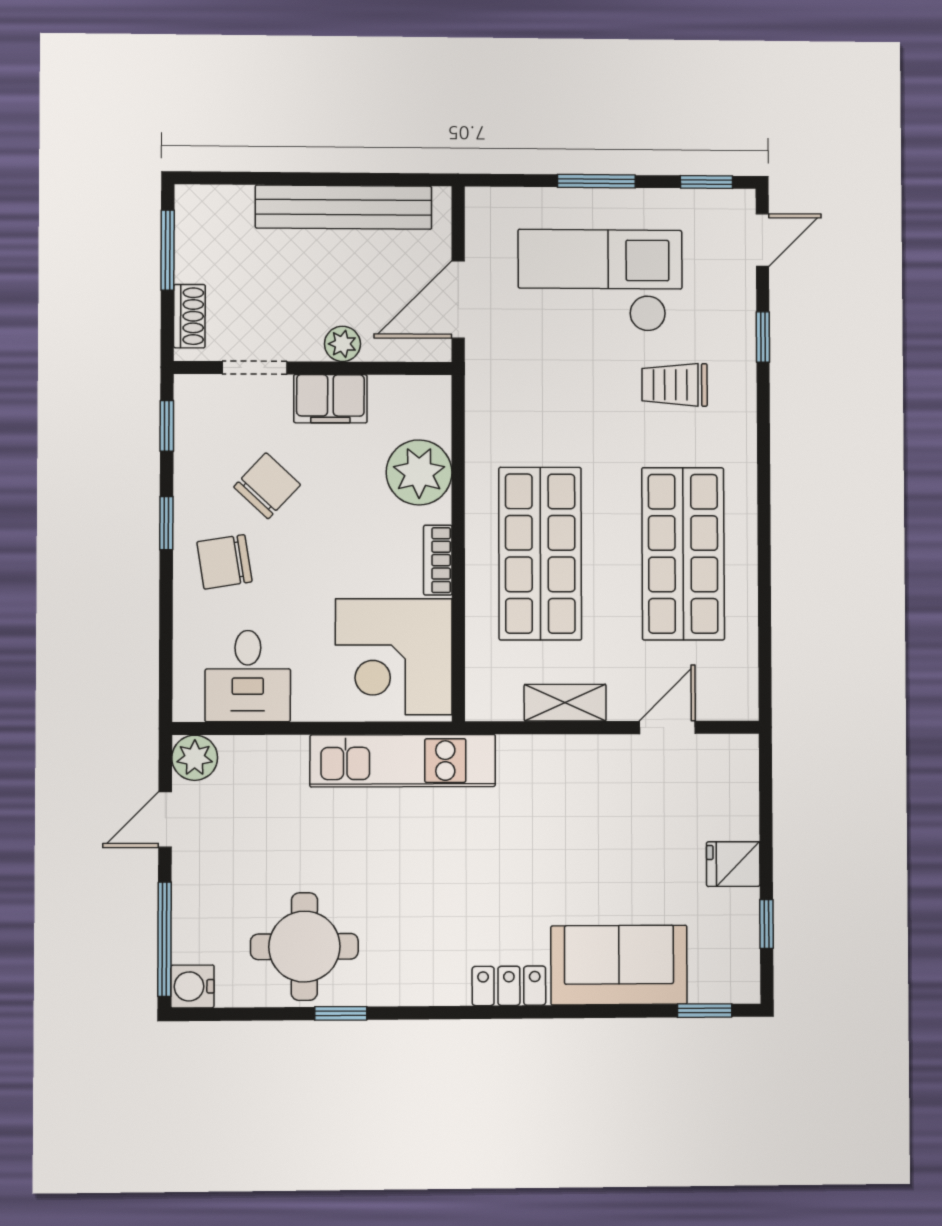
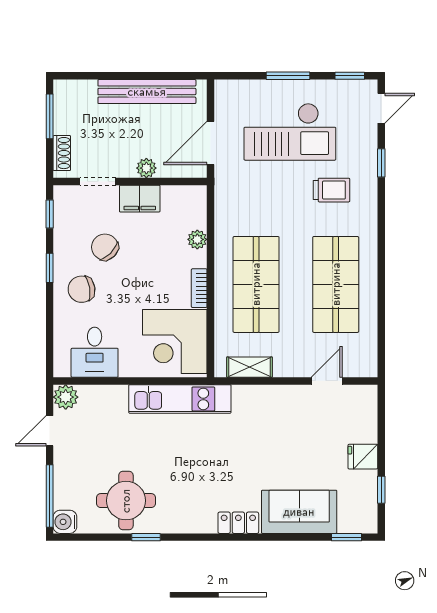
checkout: (600, 280) -> (290, 132), turned 180
trolley: (675, 385) -> (331, 190), turned 180
plant: (419, 472) -> (197, 239), width x0.53, depth x0.53
chair: (267, 486) -> (105, 247), turned -88
shelving: (565, 703) -> (250, 367), moved

